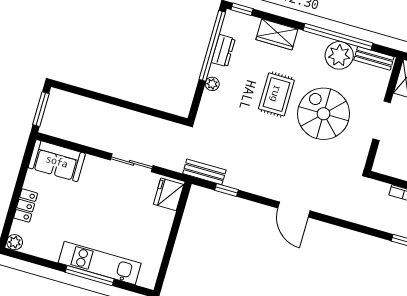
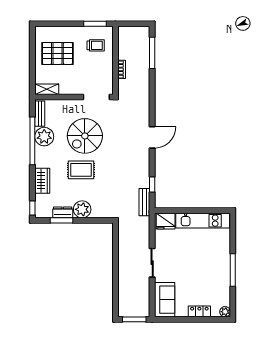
window: (212, 46) -> (62, 220), width x0.47
plant: (212, 84) -> (82, 209), width x1.87, depth x1.87
doorway: (382, 121) -> (96, 97), moved
sliding door: (132, 163) -> (152, 263), moved
kitchen unit: (100, 263) -> (203, 221), moved, turned -90
window: (90, 276) -> (233, 270), moved

